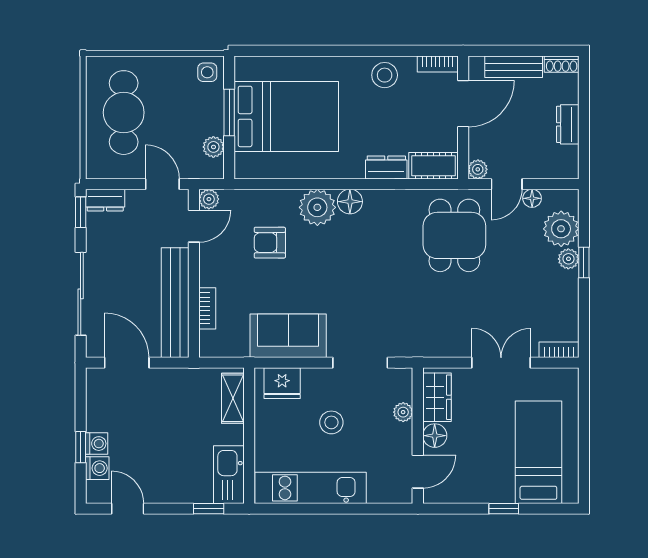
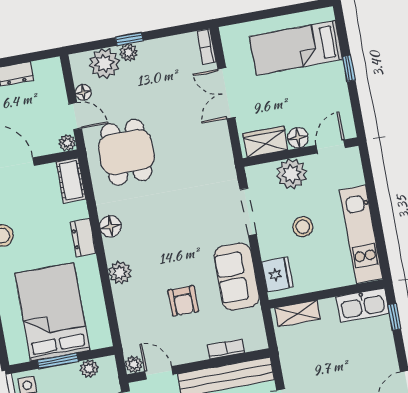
dresser: (386, 167) -> (83, 238), moved
floor lamp: (350, 202) -> (111, 226), moved
plant: (317, 207) -> (120, 273), width x0.73, depth x0.73
dining table: (454, 235) -> (126, 152), turned 90
armchair: (270, 243) -> (183, 301), moved
plant: (403, 412) -> (292, 174), width x1.87, depth x1.87
door: (418, 472) -> (331, 146), hinge flipped

